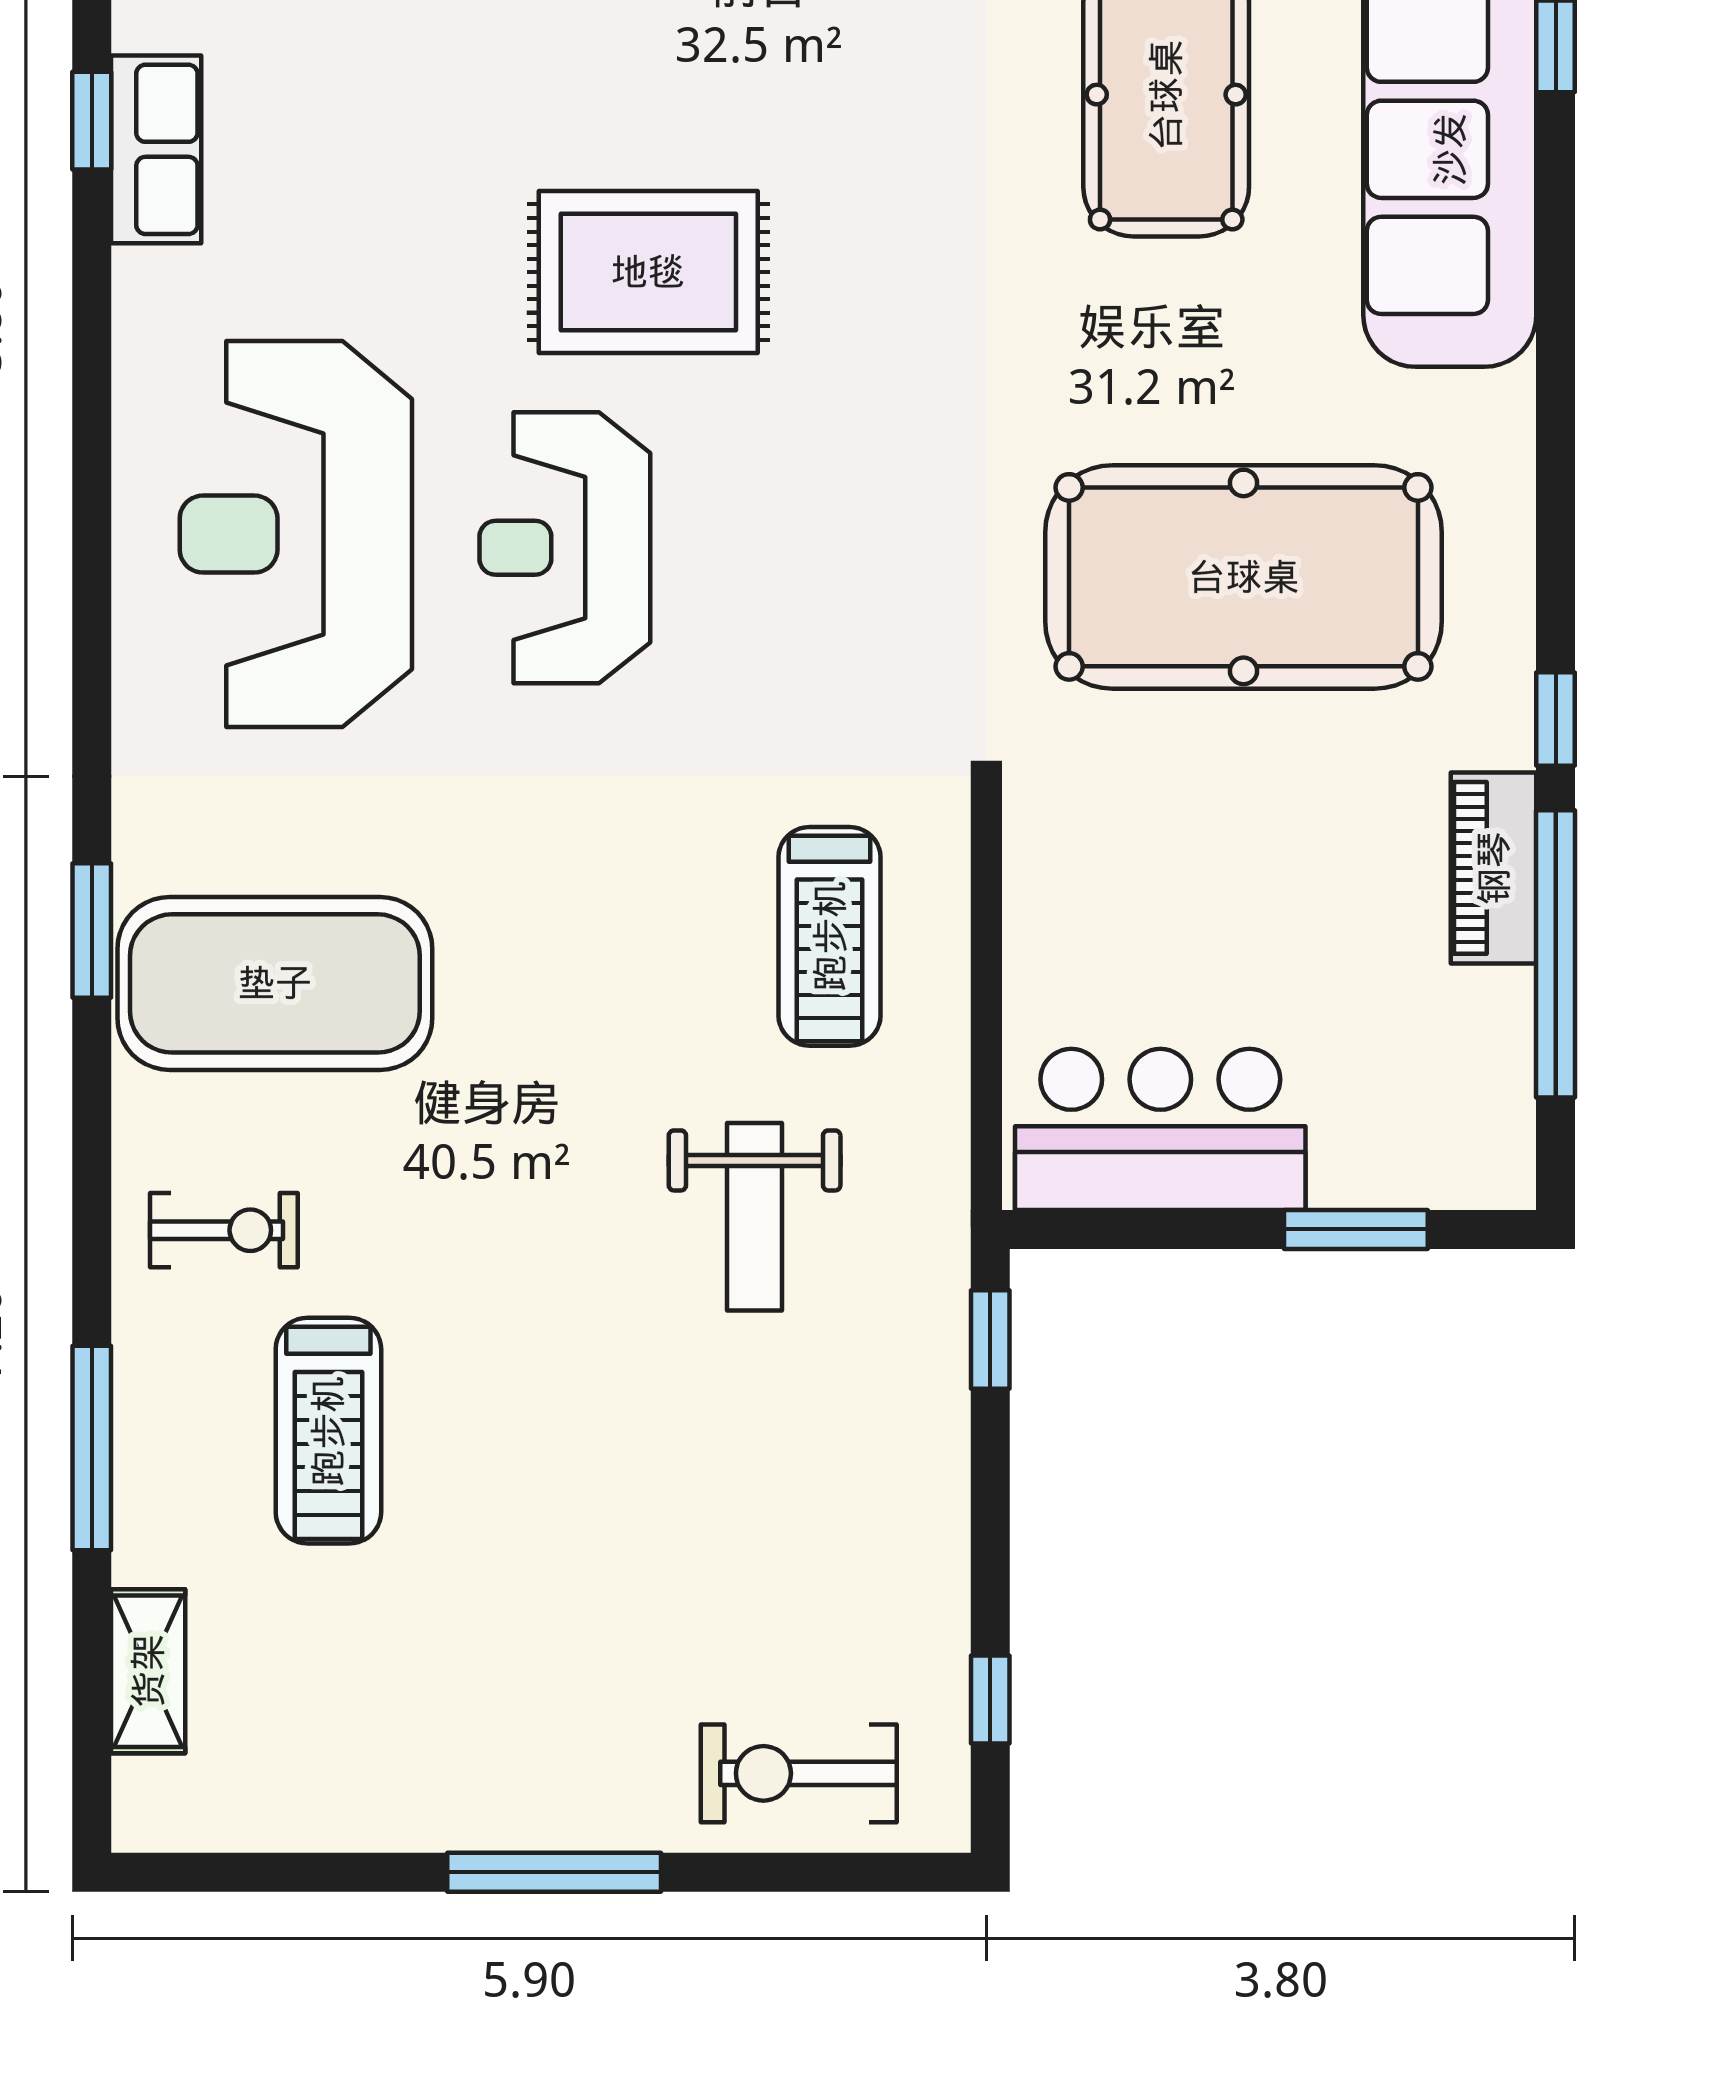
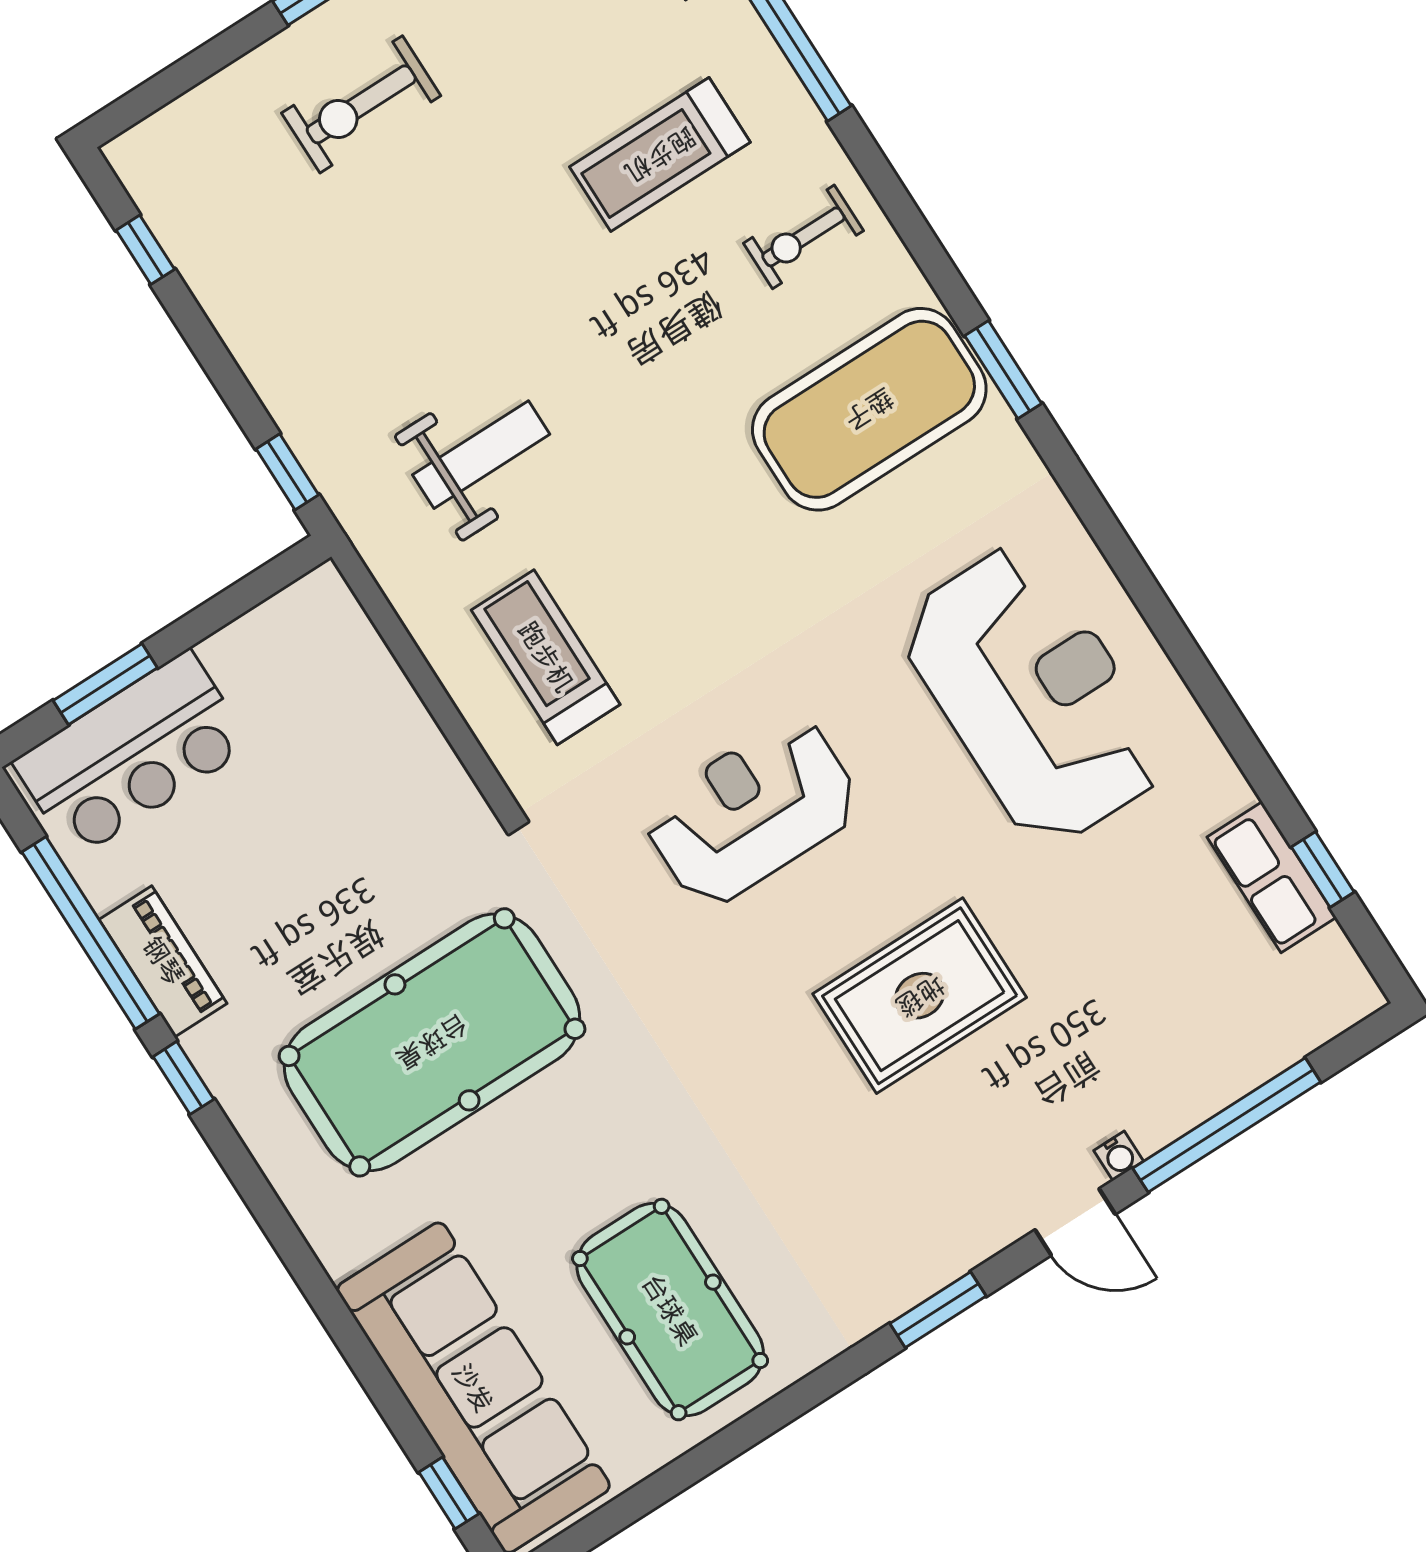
reception desk: (565, 548) -> (752, 812), moved, turned -90
bar counter: (1160, 1129) -> (132, 754), moved
weight bench: (755, 1217) -> (481, 455), turned 90
treadmill: (328, 1431) -> (660, 155), turned -90
exercise bike: (799, 1773) -> (361, 104), moved, turned 180

